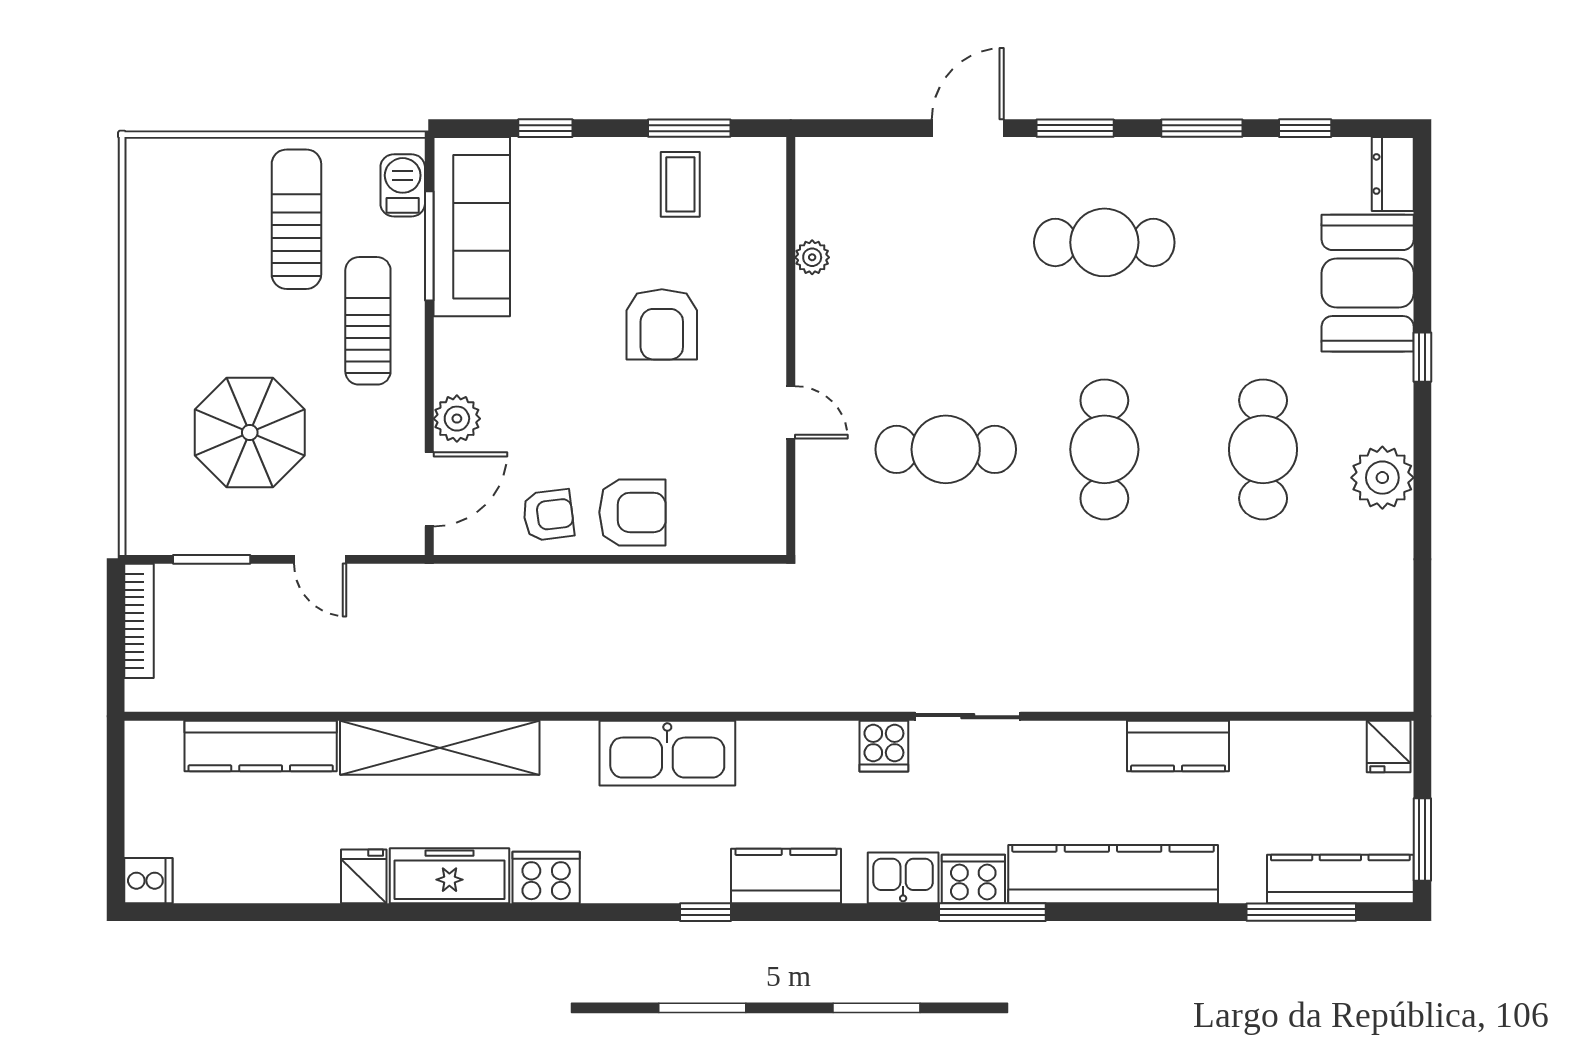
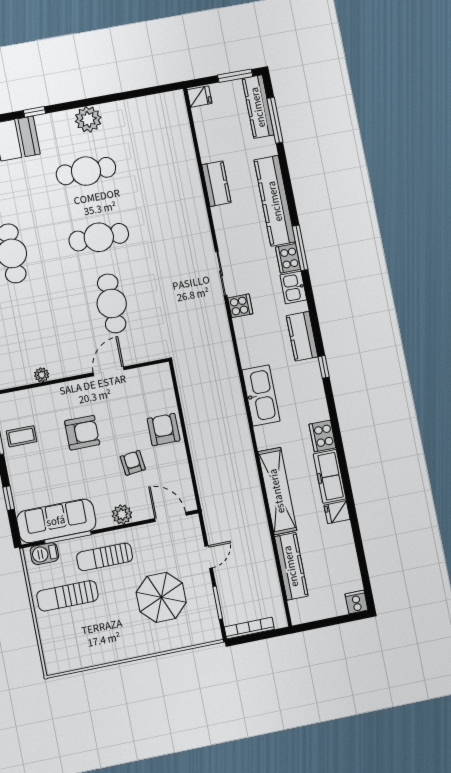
door: (791, 412) -> (109, 371), width x1.38
plant: (457, 419) -> (122, 514), moved
armchair: (548, 515) -> (133, 463), moved

